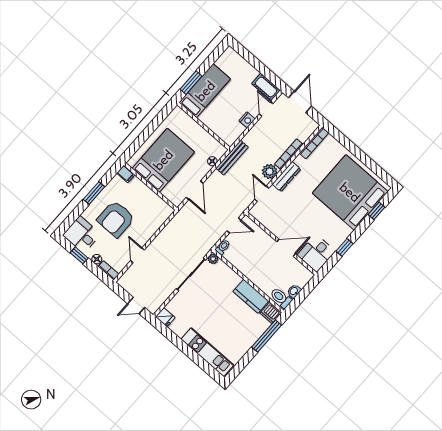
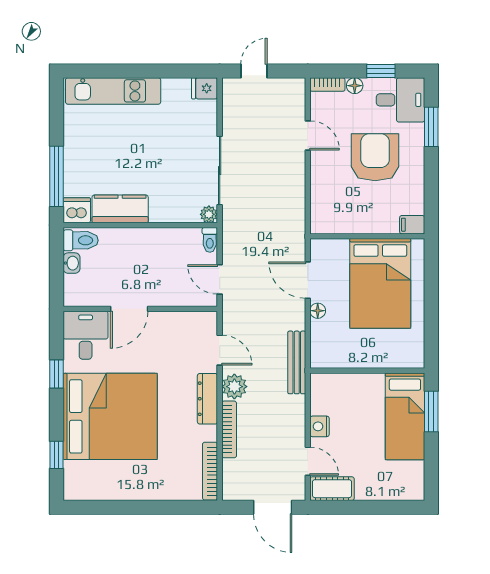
floor lamp: (212, 161) -> (318, 311), moved
bed: (350, 192) -> (110, 416), moved
window: (94, 193) -> (431, 127), moved
door: (234, 225) -> (220, 279), hinge flipped

